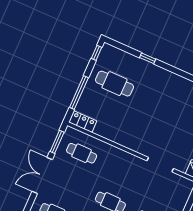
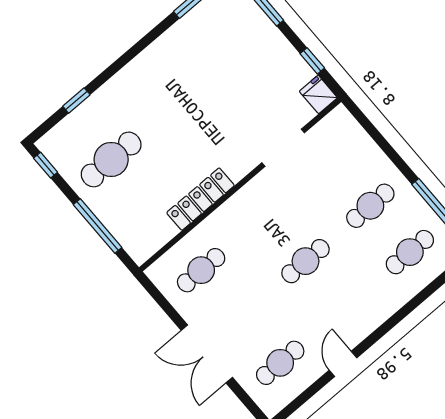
window: (148, 58) -> (76, 101), moved
locker: (83, 122) -> (201, 199), moved, width x1.53
window: (57, 142) -> (162, 302), removed

